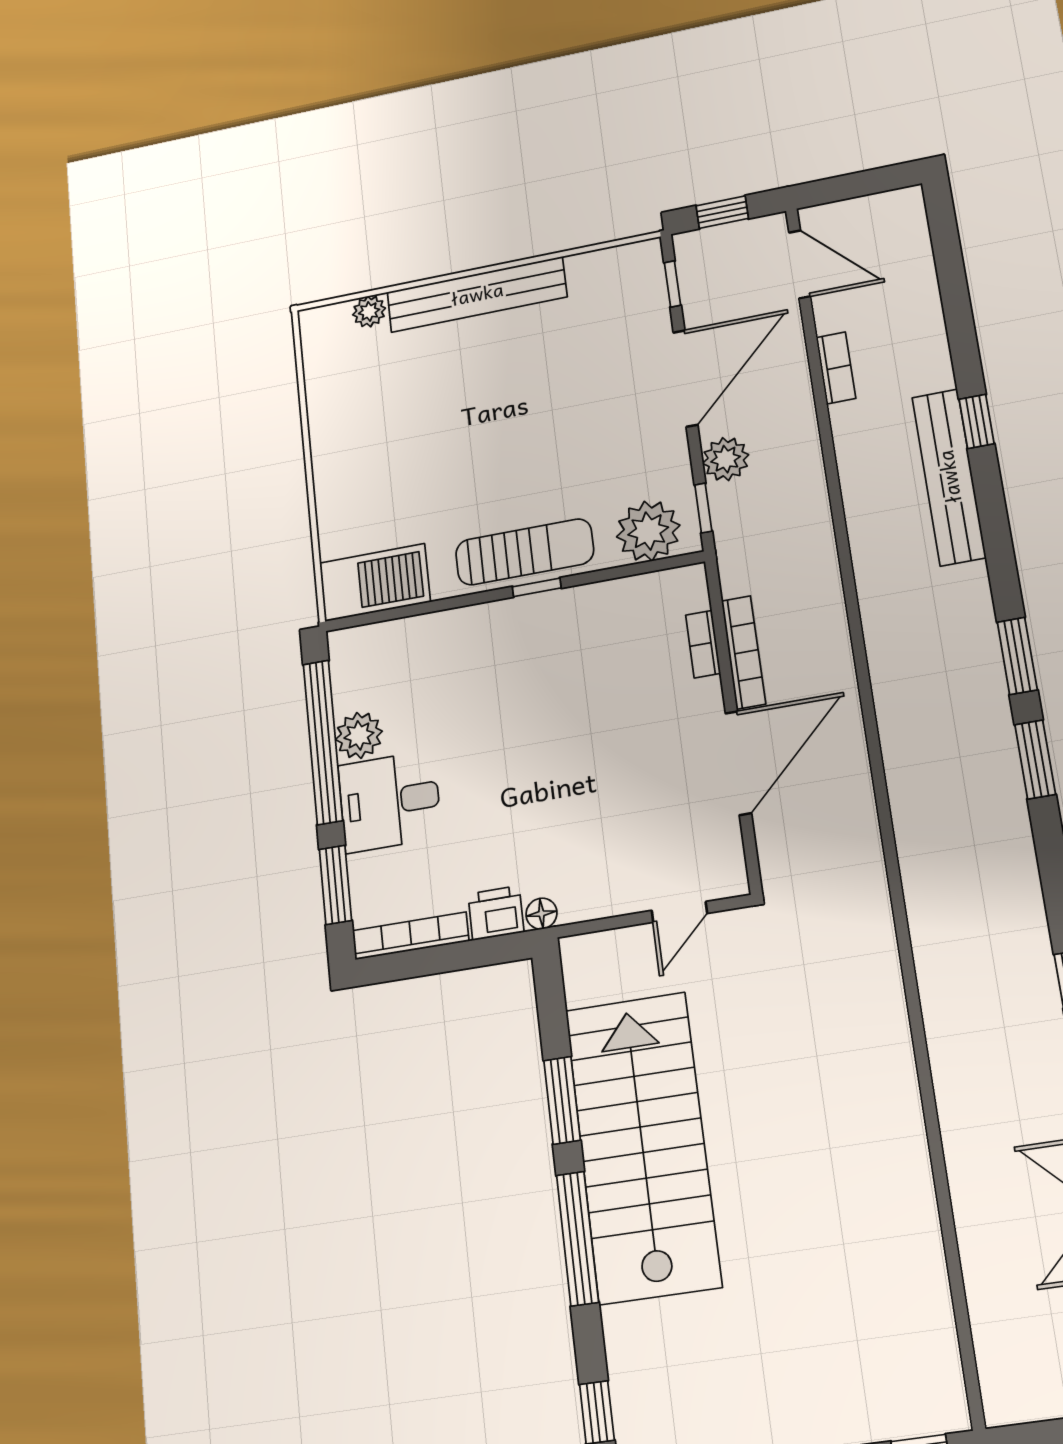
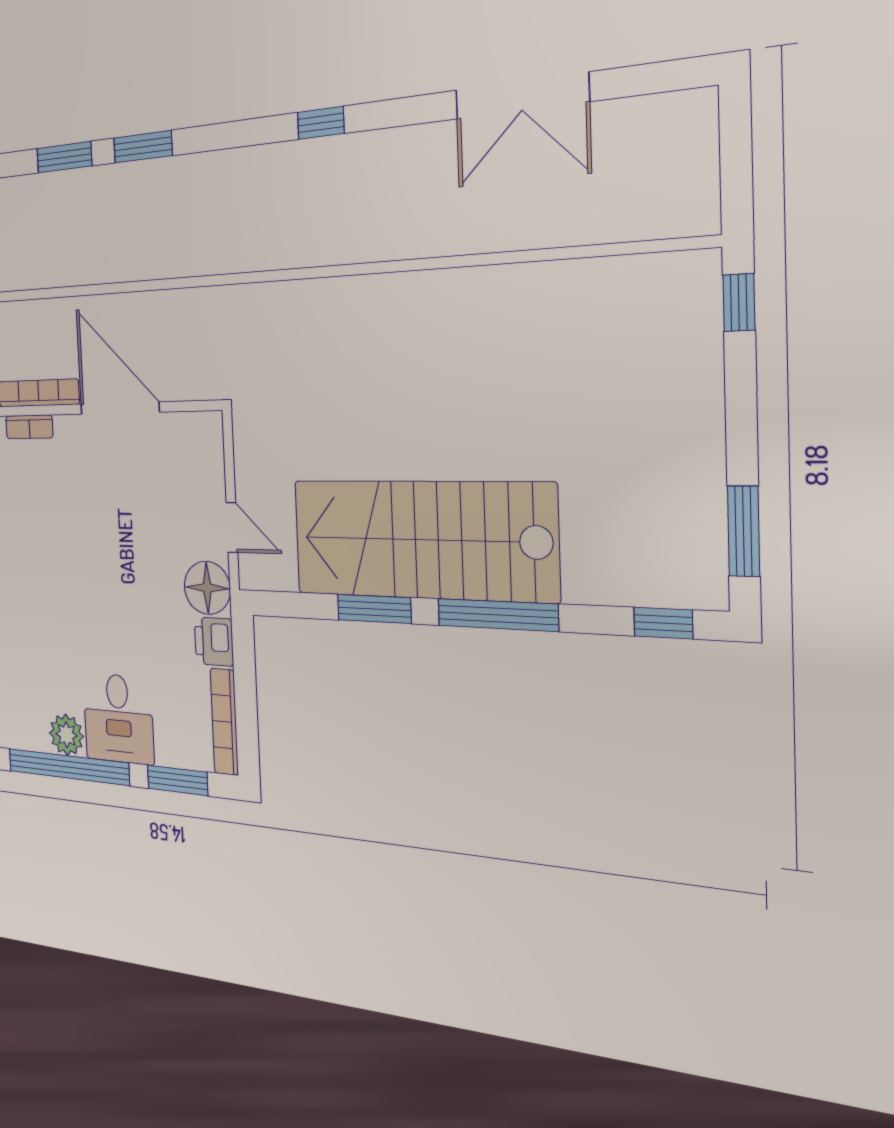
door: (679, 912) -> (232, 527), moved
floor lamp: (541, 914) -> (207, 588), width x1.89, depth x1.89

